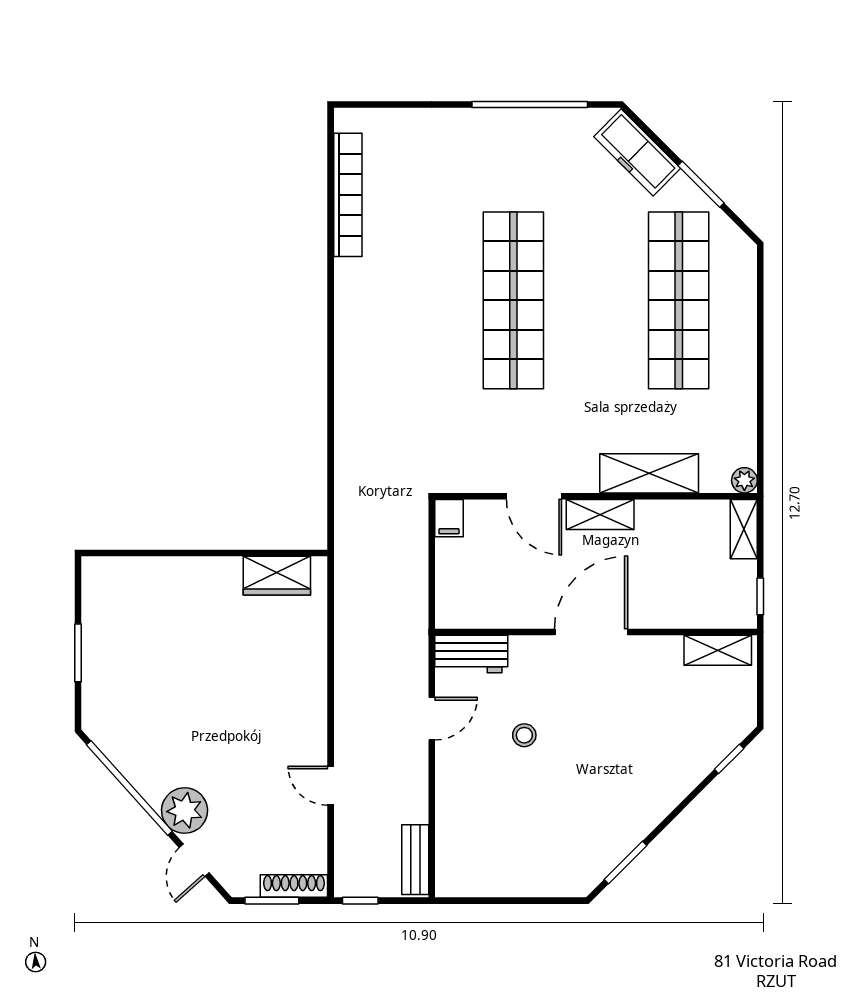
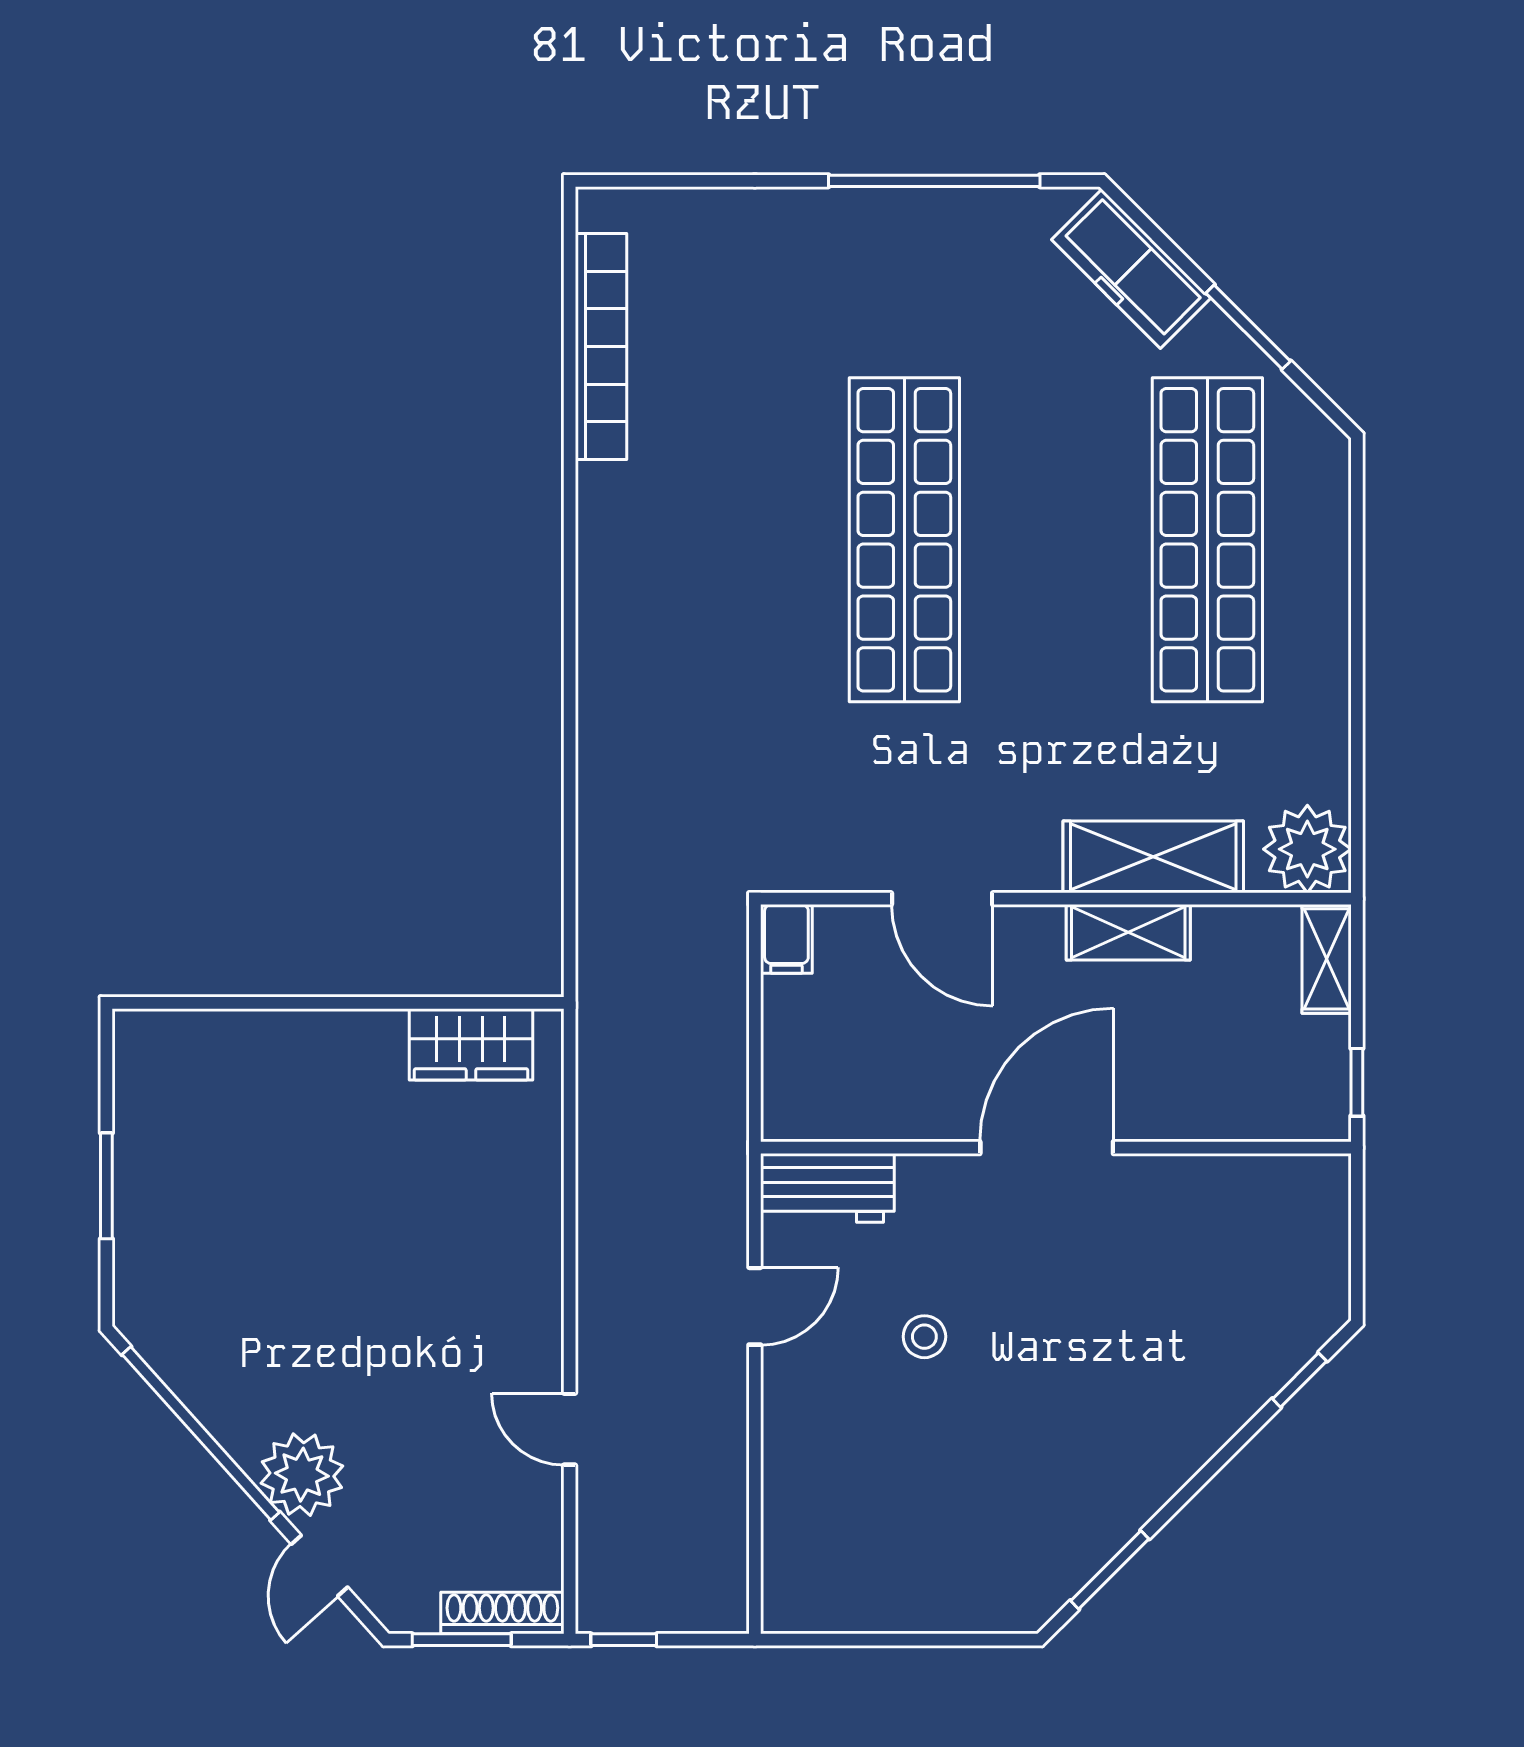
plant: (744, 480) -> (1307, 849), width x1.87, depth x1.87
shelving: (600, 515) -> (1128, 932), moved
shelving: (718, 650) -> (1279, 1181), removed
bench: (415, 860) -> (725, 1565), removed

